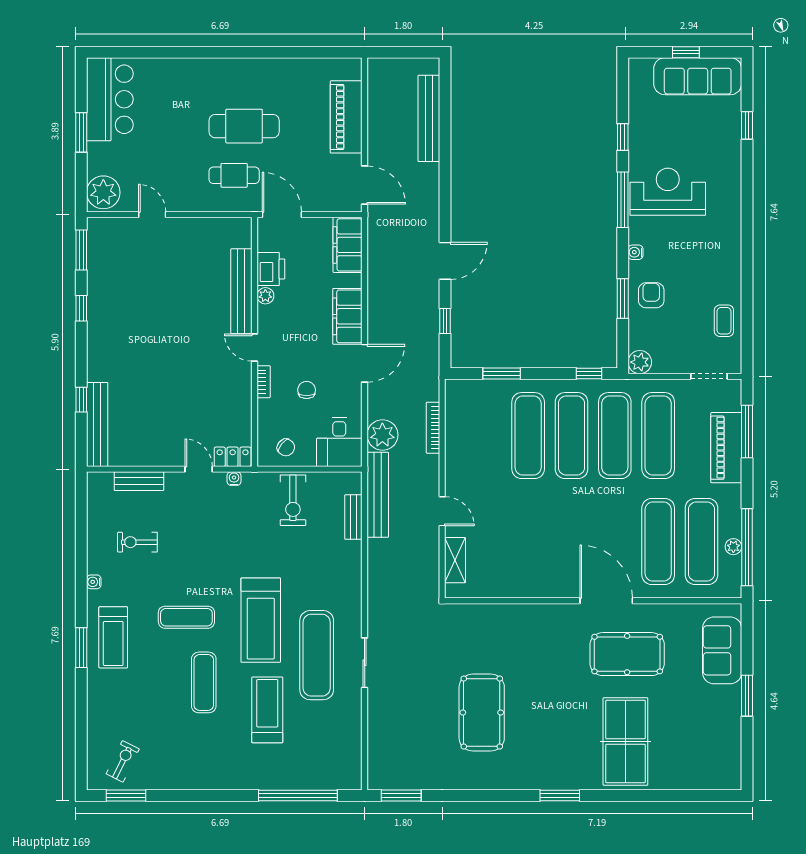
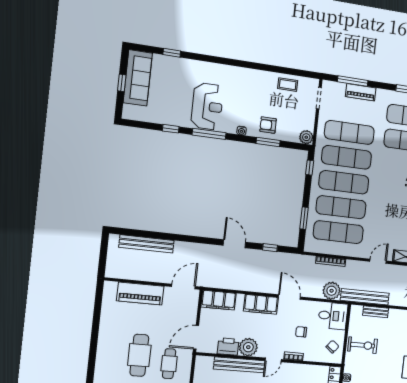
reception desk: (668, 192) -> (207, 106), turned 180
plant: (265, 296) -> (248, 347), width x1.88, depth x1.88
exercise mat: (485, 436) -> (338, 232), added
piano: (726, 448) -> (361, 92), width x0.73, depth x0.75

